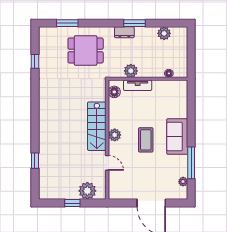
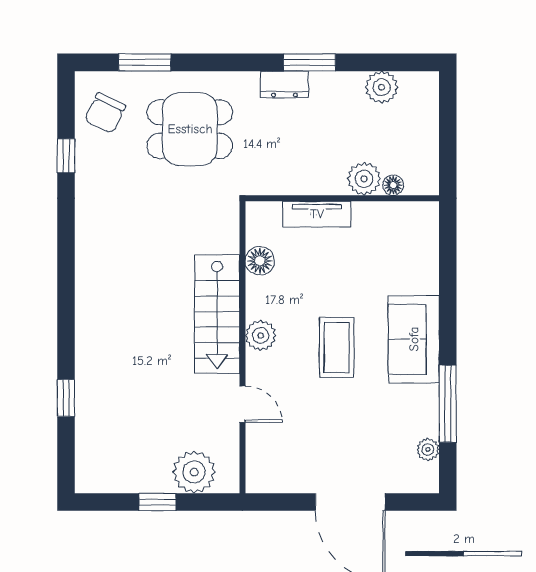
chair: (51, 44) -> (105, 113), added
plant: (131, 71) -> (364, 179), moved
floor lamp: (114, 92) -> (260, 261), moved

